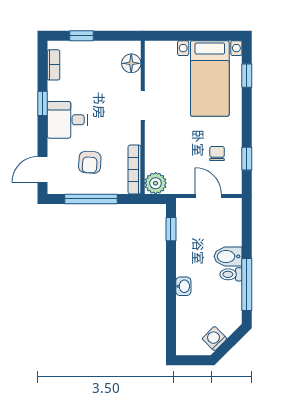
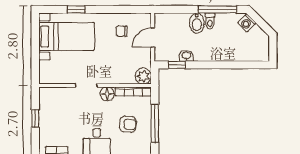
window: (81, 36) -> (35, 118), moved
floor lamp: (131, 63) -> (107, 94), moved
window: (247, 76) -> (76, 9), moved
window: (247, 159) -> (125, 9), removed
washbasin: (183, 286) -> (186, 56), moved
washing machine: (215, 339) -> (247, 23), moved

